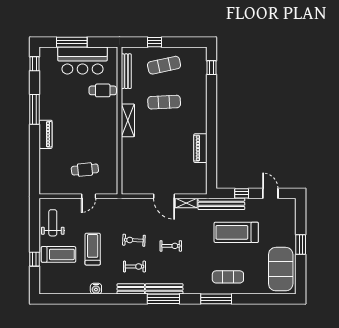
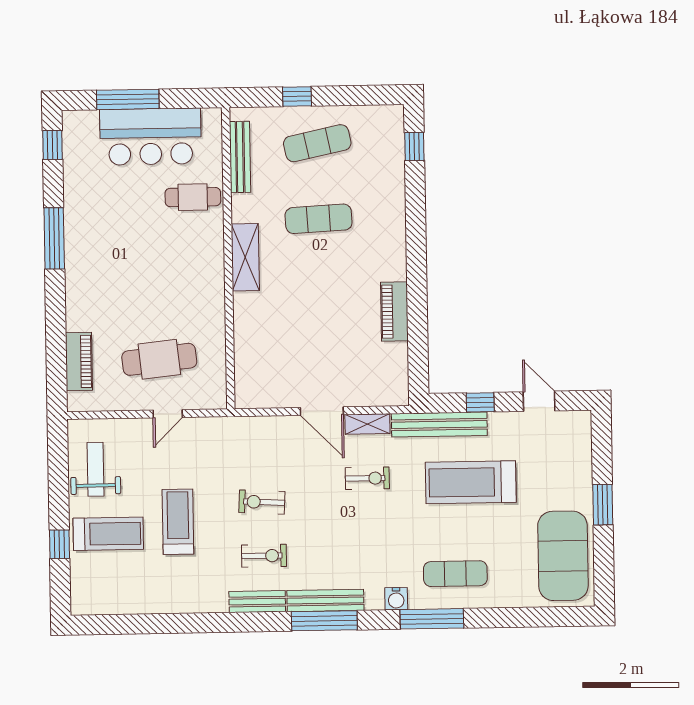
piano: (46, 134) -> (79, 362), moved
cafe table: (85, 170) -> (159, 359), width x1.37, depth x1.35
exercise bike: (171, 246) -> (367, 478), moved
water cooler: (96, 289) -> (396, 599), moved

